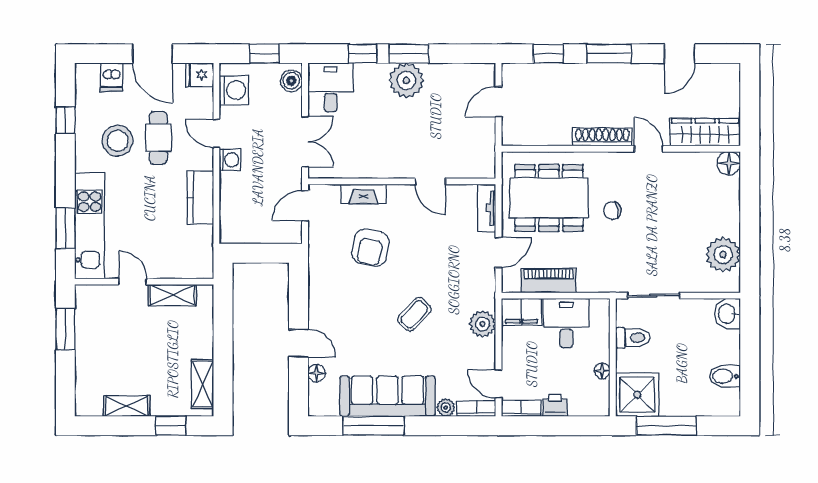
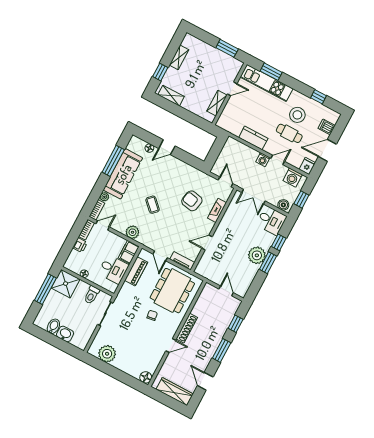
wardrobe: (705, 132) -> (175, 392), moved, turned -90
washbasin: (728, 314) -> (65, 334), moved

